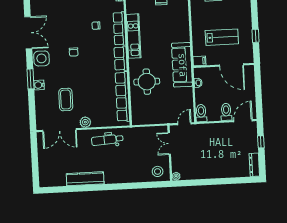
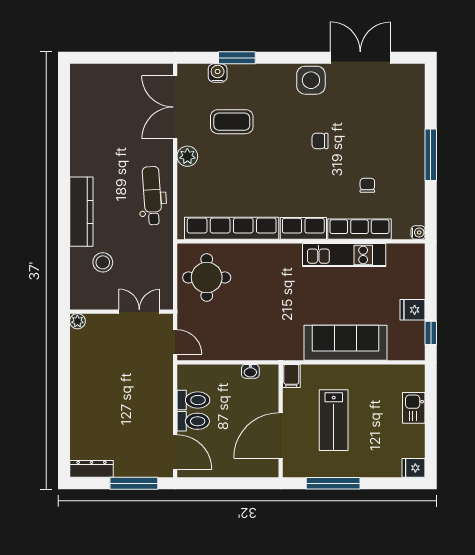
double door: (28, 33) -> (360, 58), swing flipped
window: (255, 36) -> (333, 483), width x2.17
sofa: (182, 65) -> (345, 343), moved
window: (31, 79) -> (237, 58), moved
round table: (147, 82) -> (207, 277), moved
water cooler: (39, 85) -> (218, 73), moved
toilet: (201, 113) -> (193, 400), moved
window: (261, 142) -> (134, 483), width x2.17
stool: (158, 171) -> (103, 262), moved
kitchen counter: (85, 179) -> (81, 212), moved

